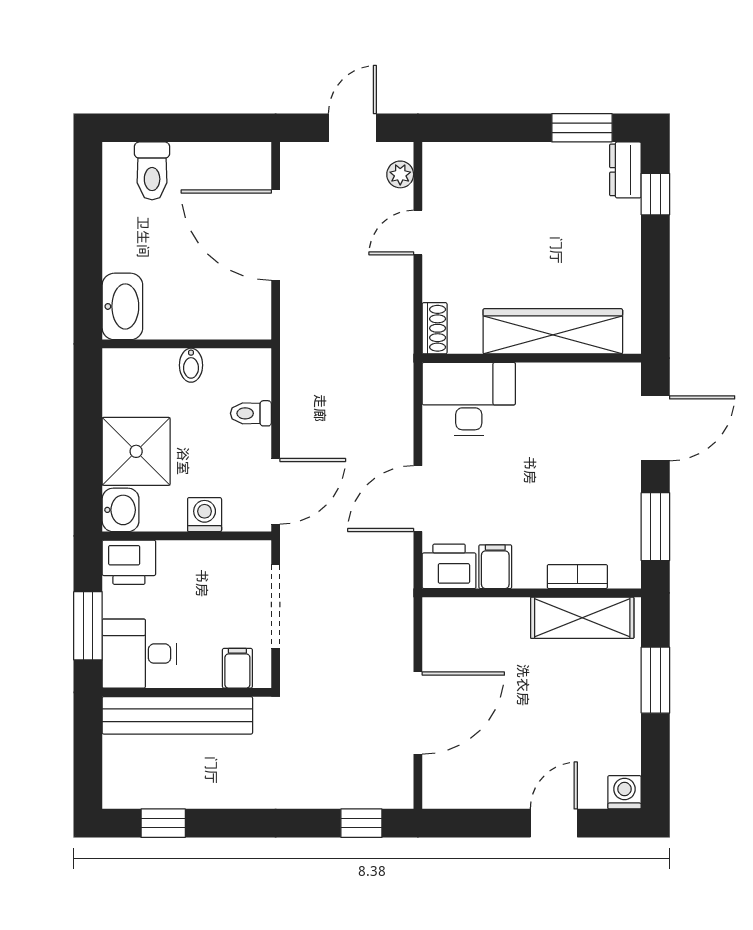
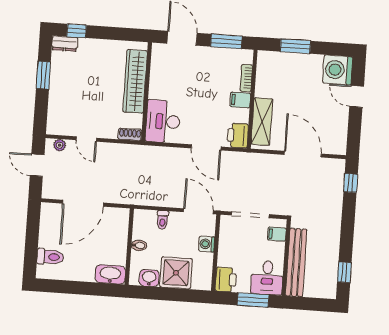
window: (582, 128) -> (43, 75), moved
washbasin: (121, 510) -> (149, 278), moved
filing cabinet: (495, 567) -> (240, 100), moved
shelving: (582, 618) -> (262, 122), moved
washing machine: (624, 792) -> (338, 70), width x1.89, depth x1.89

